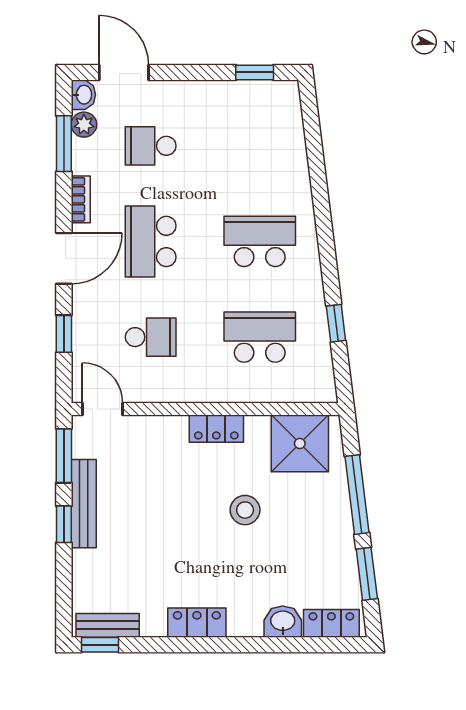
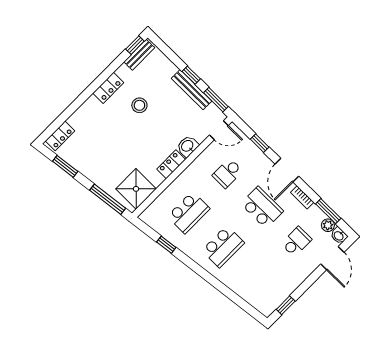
door: (124, 72) -> (332, 258), hinge flipped
window: (357, 495) -> (108, 199), moved
stool: (245, 510) -> (139, 105), moved
washbasin: (283, 622) -> (188, 146), moved, turned 180

